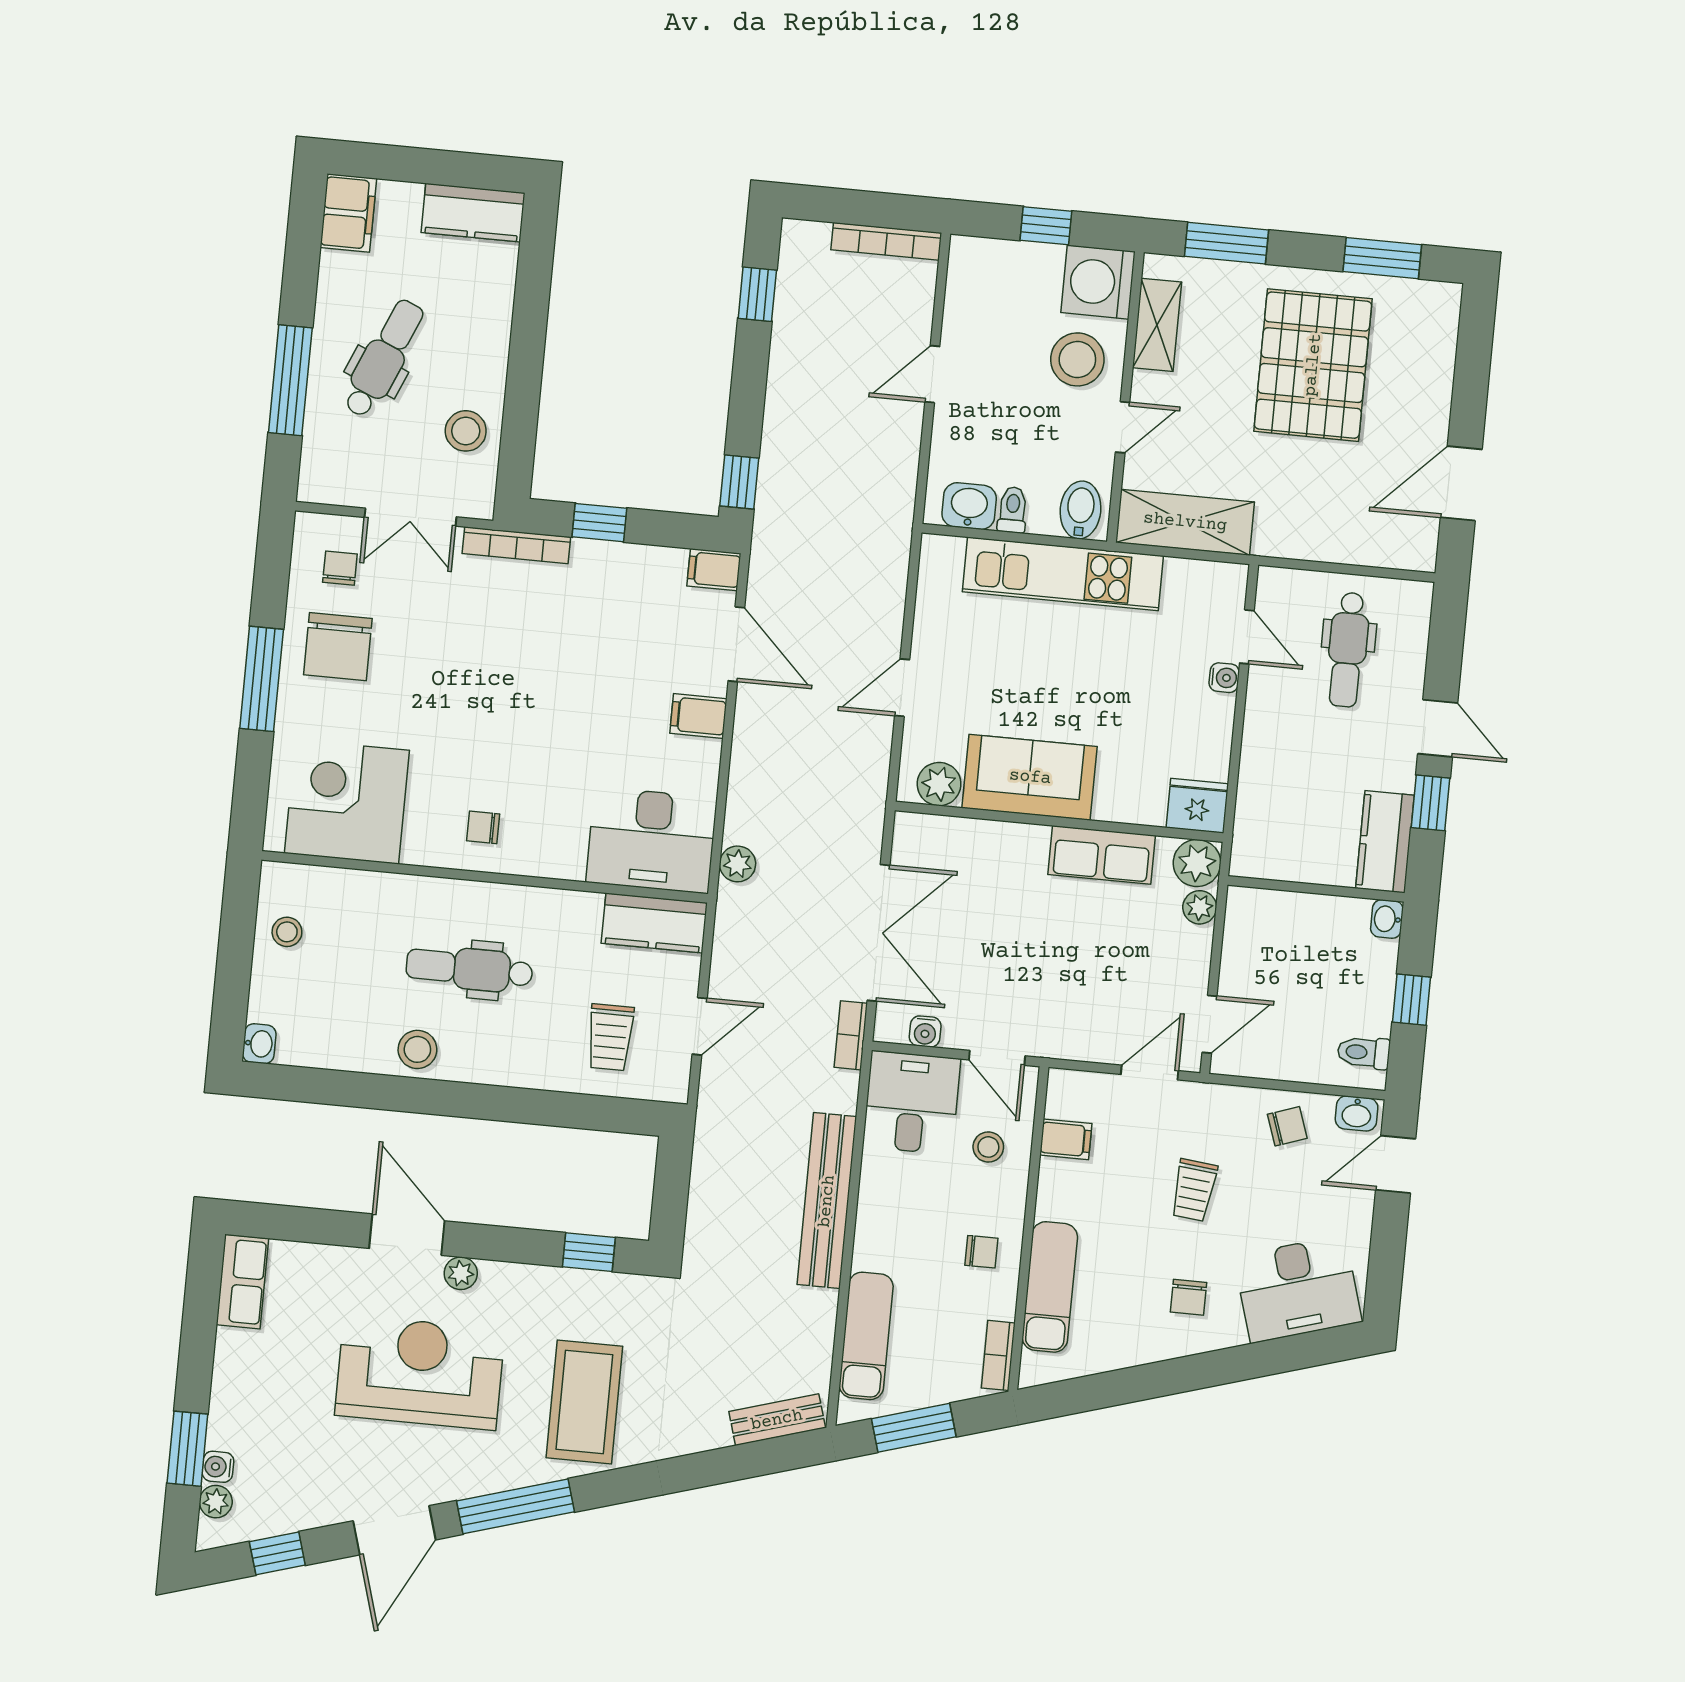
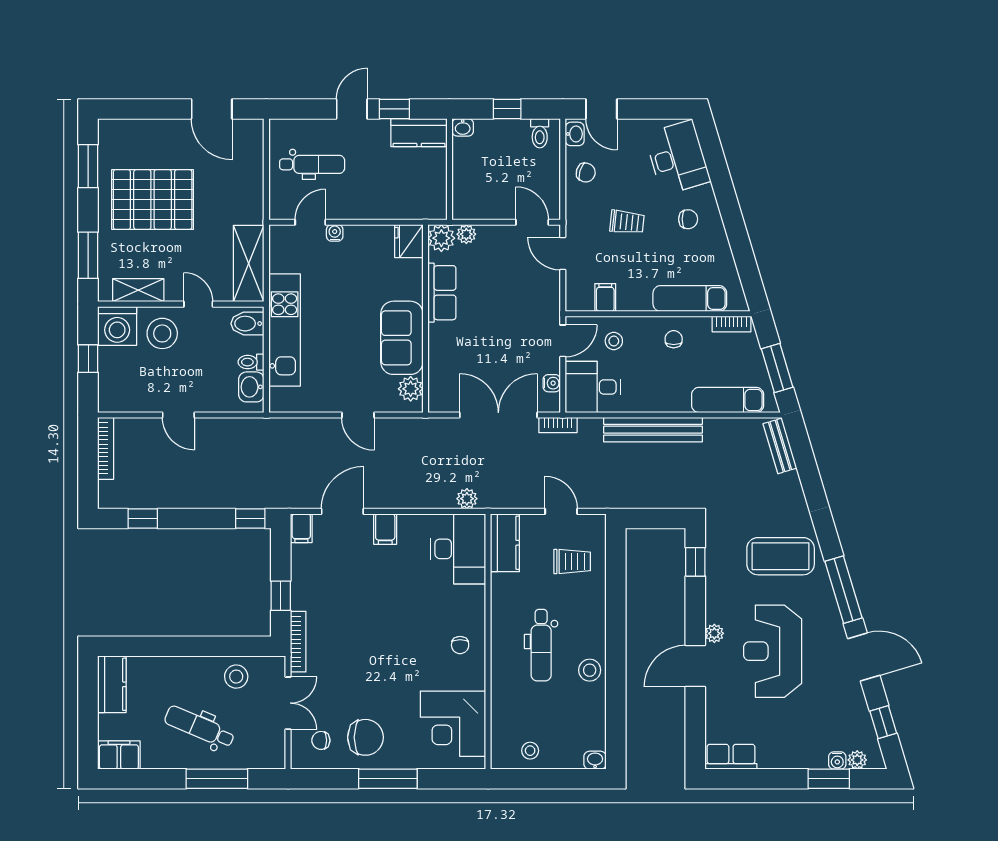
chair: (1287, 1126) -> (586, 173), turned 126

